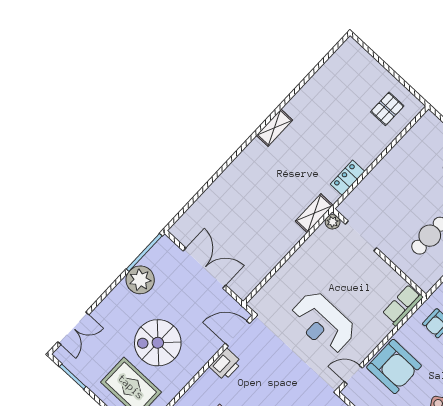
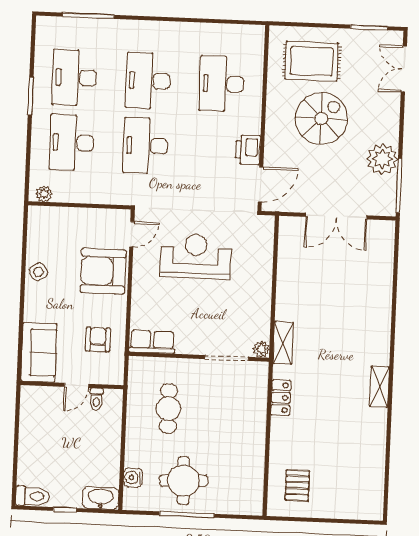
row of seats: (403, 305) -> (152, 342), moved, turned -90

